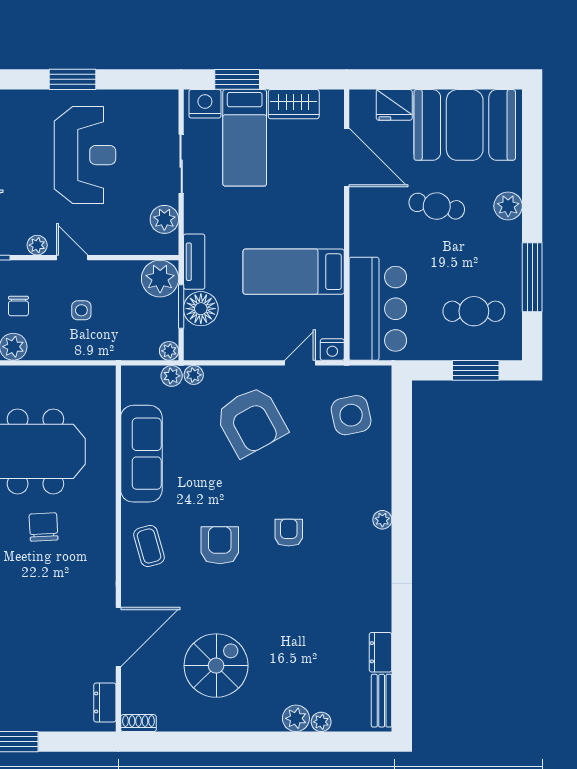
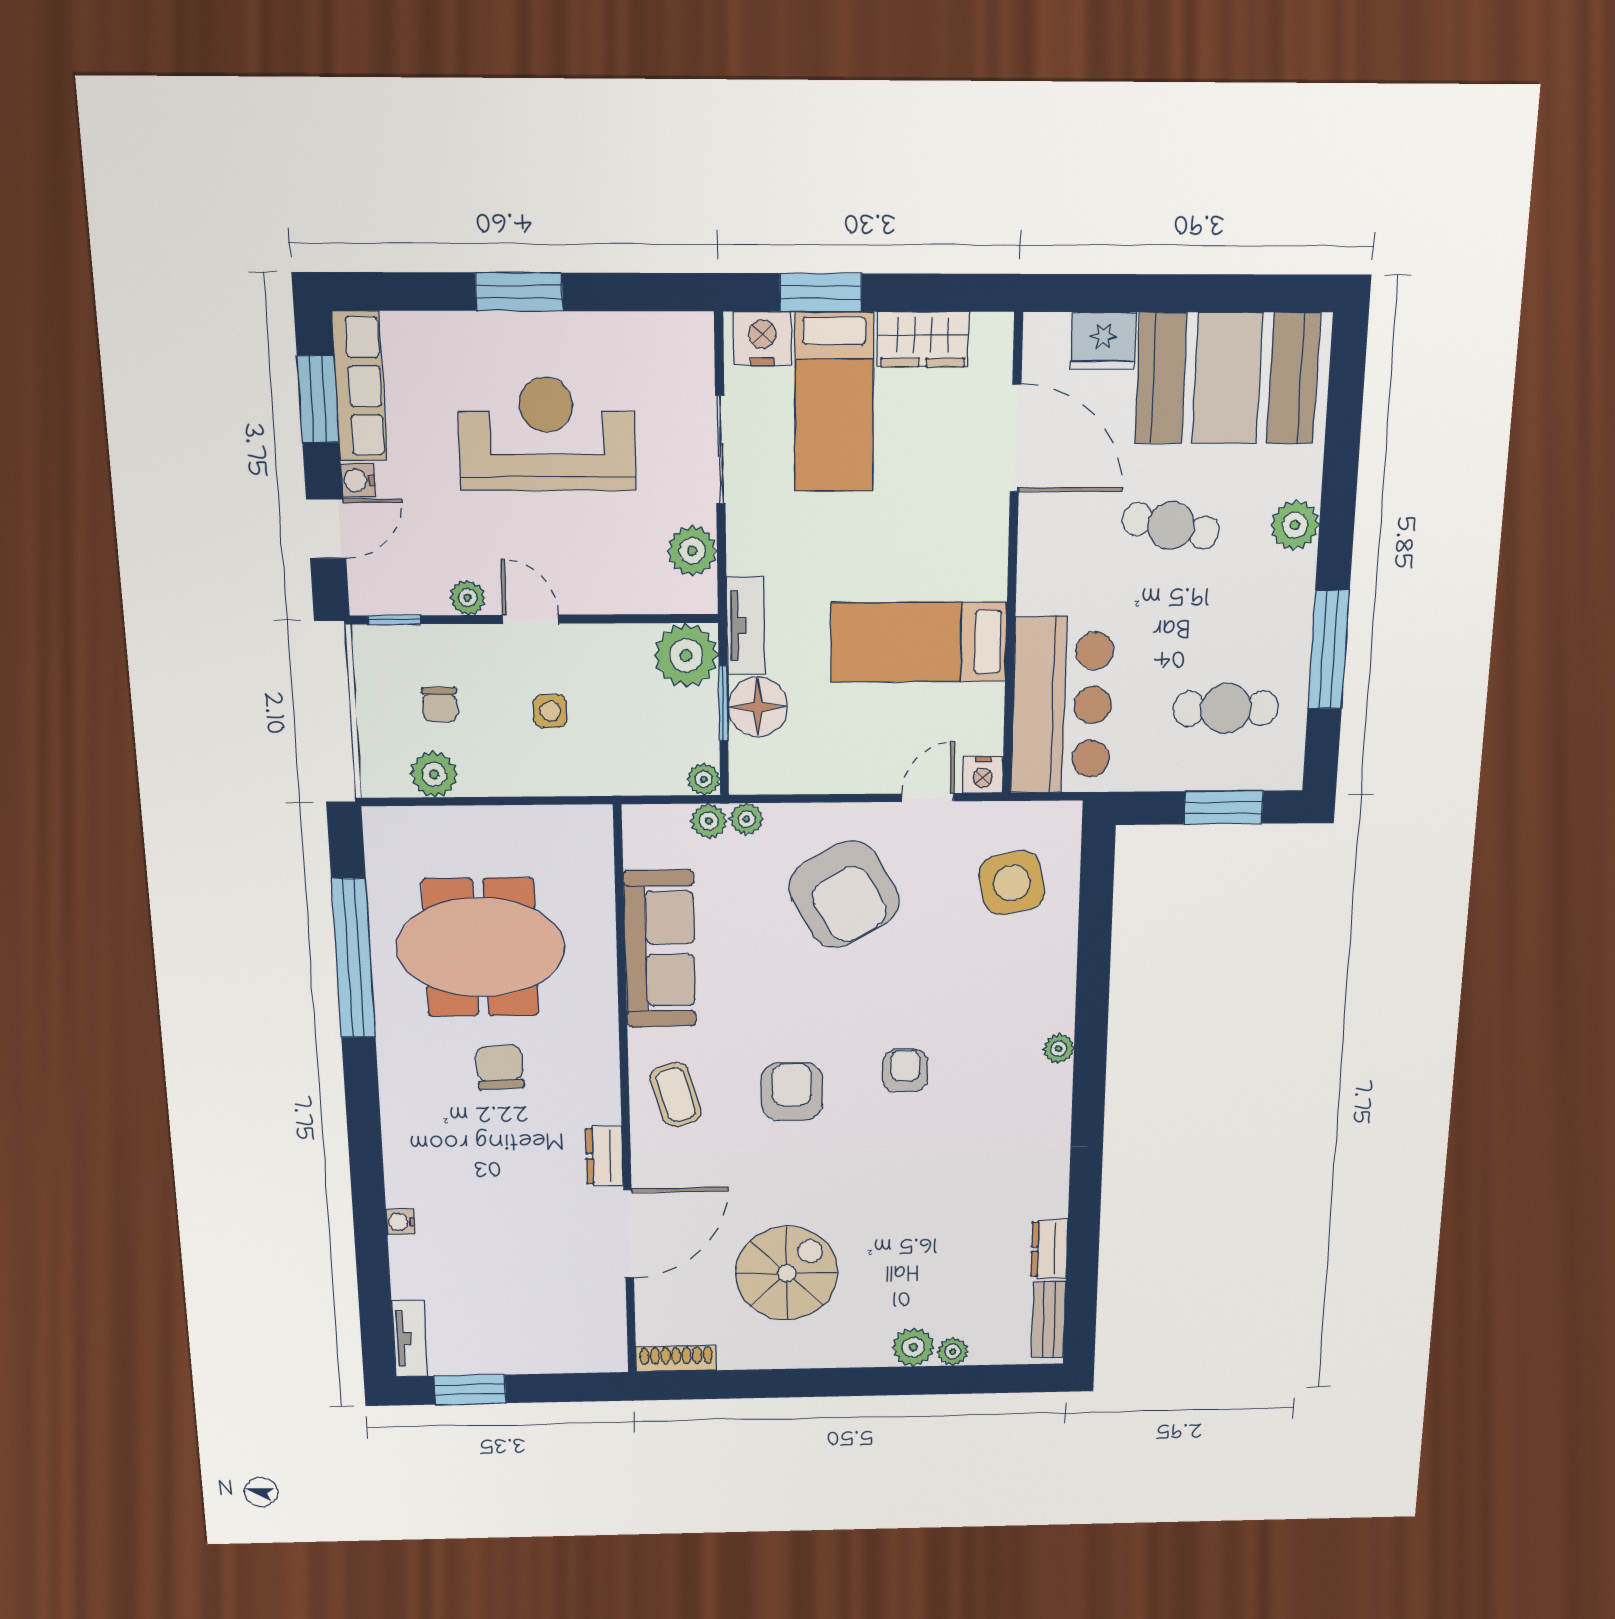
reception desk: (85, 155) -> (547, 434), turned -90
dresser: (105, 702) -> (604, 1156), moved
shoe rack: (138, 723) -> (676, 1359), width x1.43

